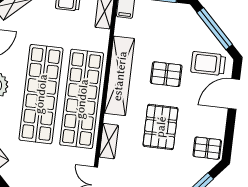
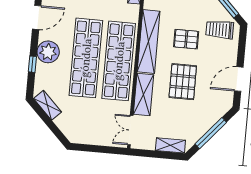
door: (234, 94) -> (239, 79), moved
shelving: (109, 141) -> (143, 94), width x1.50, depth x1.33
pallet: (207, 148) -> (221, 98), removed

